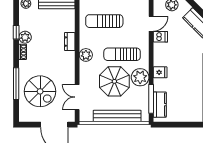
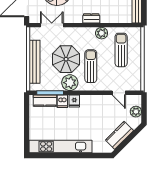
dishwasher: (160, 37) -> (62, 101), moved
dresser: (70, 42) -> (91, 18), moved
plant: (86, 55) -> (102, 33), moved

